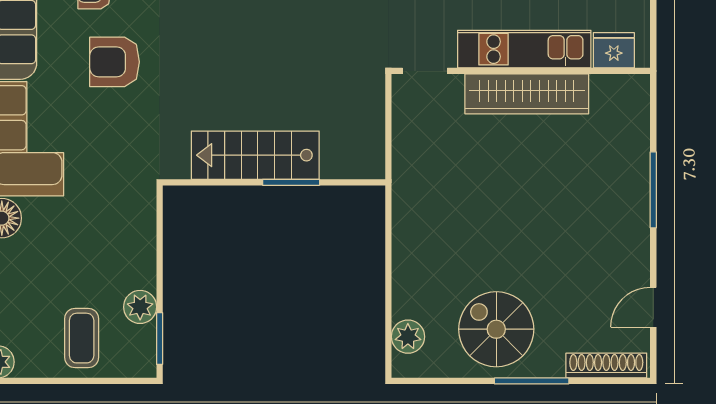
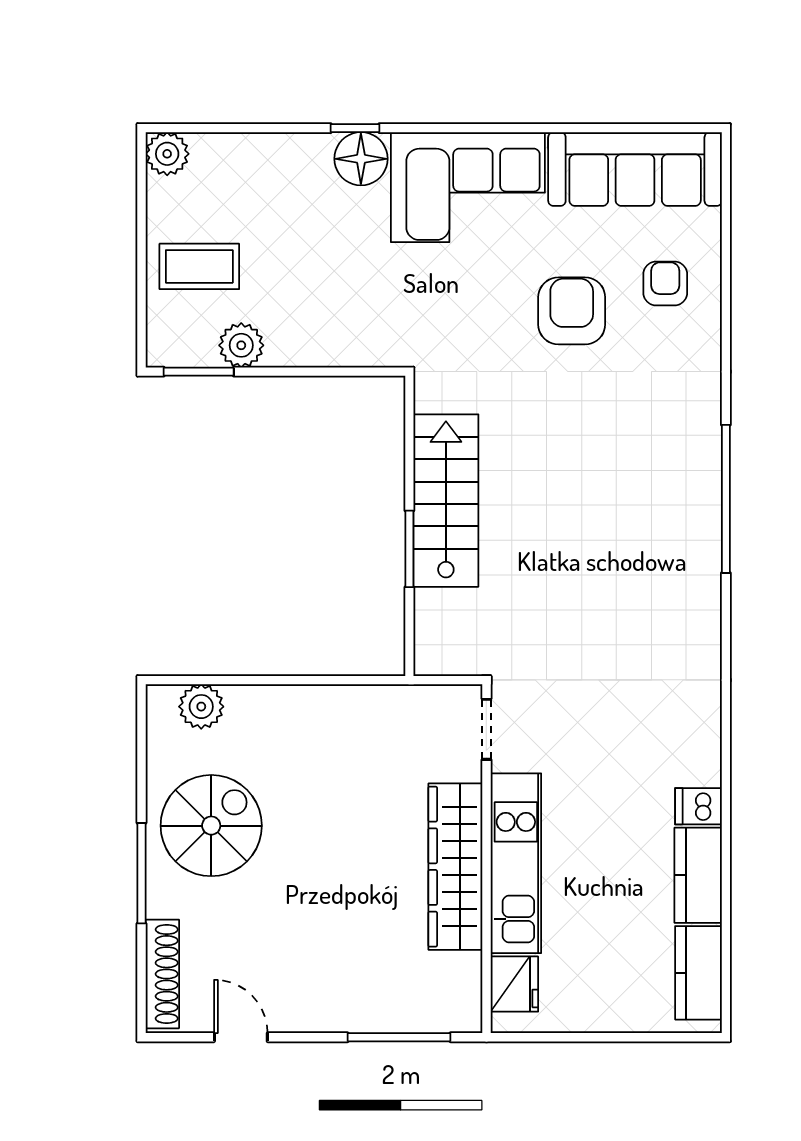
kitchen unit: (524, 49) -> (516, 863), moved
fridge: (614, 50) -> (514, 984), moved
doorway: (425, 71) -> (486, 729), moved
wall: (521, 71) -> (486, 859), moved
wardrobe: (527, 94) -> (455, 867), moved

